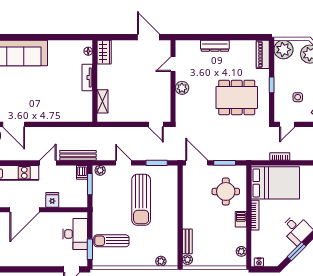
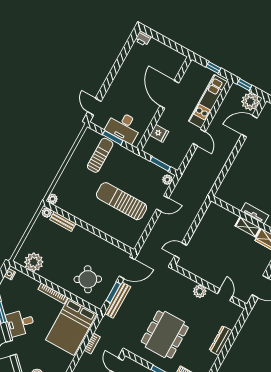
shelving: (102, 101) -> (248, 227), moved
bench: (78, 155) -> (118, 300), moved
window: (157, 163) -> (146, 233), removed
dishwasher: (82, 172) -> (174, 163), removed
round table: (226, 191) -> (88, 279), turned -30
fridge: (52, 200) -> (159, 133), moved
barbecue: (241, 219) -> (56, 279), removed
window: (90, 249) -> (113, 138), moved
plant: (241, 251) -> (34, 262), width x1.88, depth x1.88
plant: (161, 261) -> (52, 199), moved

